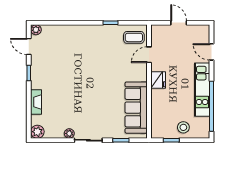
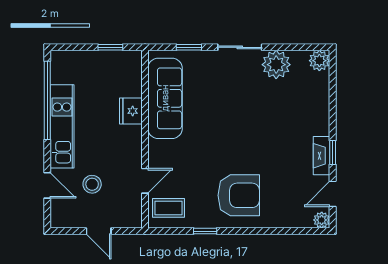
armchair: (89, 45) -> (239, 195), added
door: (29, 46) -> (333, 194), swing flipped
fridge: (158, 80) -> (131, 111), moved
fireplace: (36, 102) -> (322, 156), moved
stool: (183, 127) -> (92, 184), moved
plant: (69, 133) -> (276, 65), width x1.88, depth x1.88

